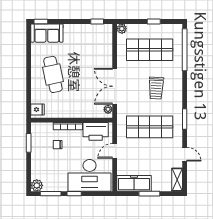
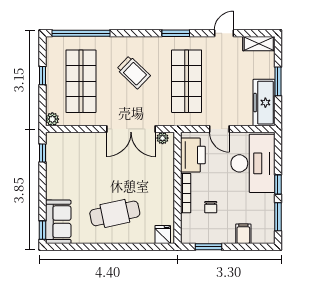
trolley: (156, 88) -> (133, 72), turned 41
filing cabinet: (38, 168) -> (243, 234), added
plant: (37, 185) -> (267, 236), removed

